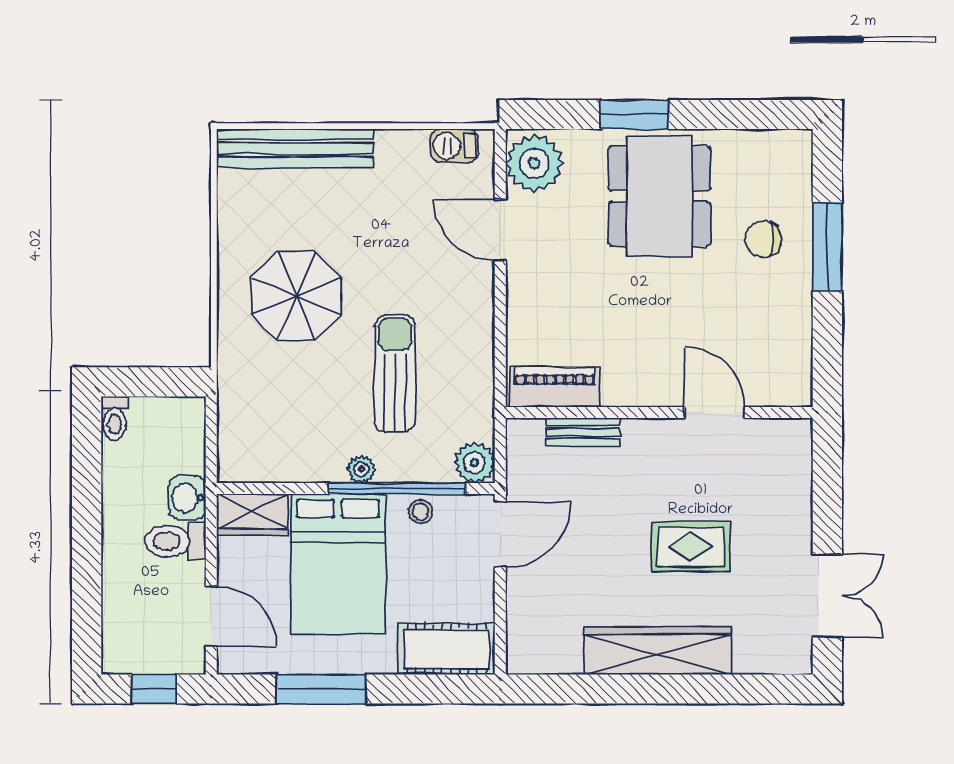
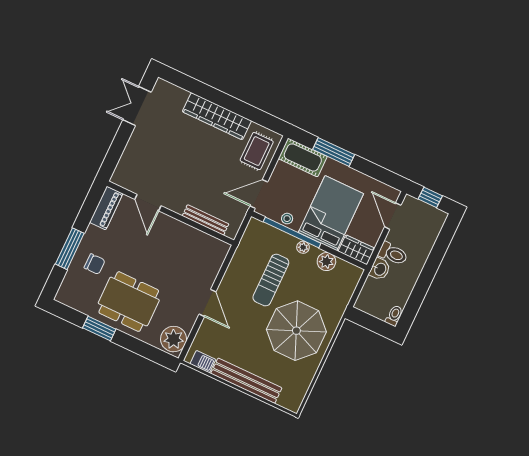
window: (634, 114) -> (99, 329), moved
bench: (295, 148) -> (246, 381), moved
dining table: (659, 196) -> (129, 302), turned 90
door: (500, 230) -> (208, 303), moved
parasol: (296, 296) -> (296, 331), width x1.36, depth x1.36
piano: (555, 387) -> (106, 208), moved, turned -90
bench: (583, 432) -> (206, 220), width x1.36
plant: (475, 463) -> (326, 262), moved
rug: (691, 547) -> (257, 151), moved, turned 90
window: (321, 689) -> (334, 152), moved

